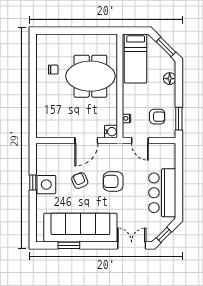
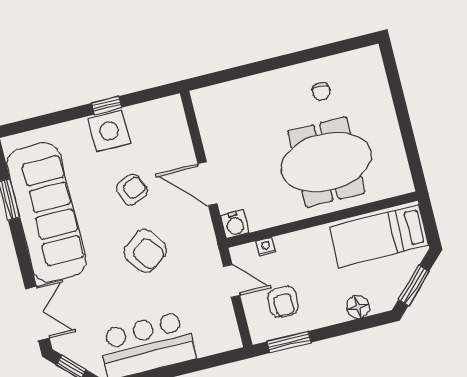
meeting table: (90, 76) -> (326, 162), turned 90
door: (140, 141) -> (232, 281), swing flipped
armchair: (113, 181) -> (145, 251), turned 144

